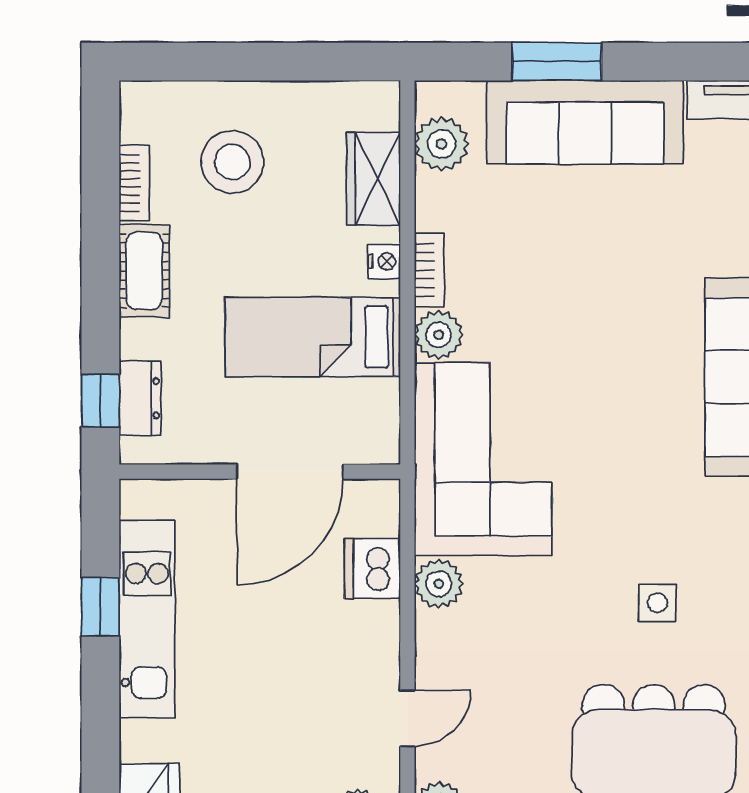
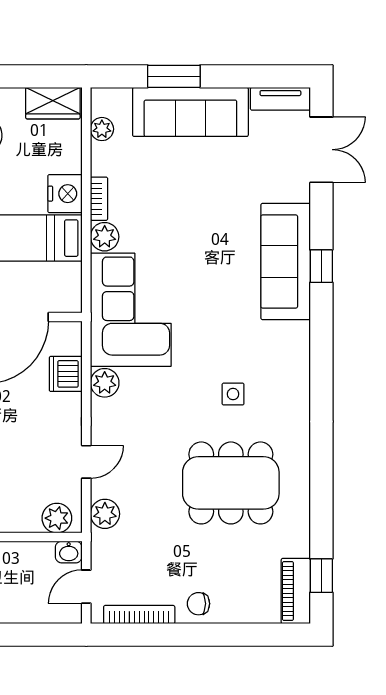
plant: (442, 144) -> (102, 129), width x0.73, depth x0.73
wardrobe: (373, 179) -> (53, 103), moved, turned -90
nightstand: (384, 261) -> (65, 194), width x1.89, depth x1.79

